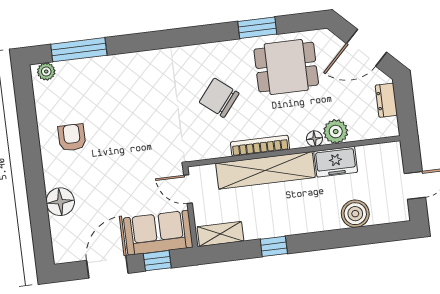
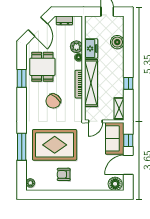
window: (79, 50) -> (22, 147), moved
rug: (130, 111) -> (55, 145), added
floor lamp: (60, 202) -> (115, 184), moved
door: (107, 267) -> (128, 165), hinge flipped

